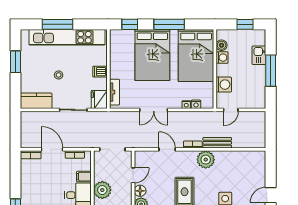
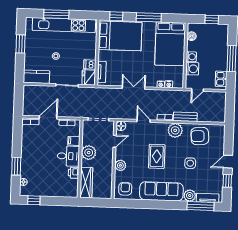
bed: (152, 55) -> (120, 36), moved, turned -90
kitchen sink: (259, 55) -> (221, 79), moved
washing machine: (222, 58) -> (191, 57), moved
dishwasher: (100, 72) -> (90, 65), moved
double door: (154, 110) -> (134, 88), swing flipped
door: (52, 149) -> (48, 118), hinge flipped
armchair: (236, 165) -> (200, 136), added
floor lamp: (140, 191) -> (121, 126), moved

